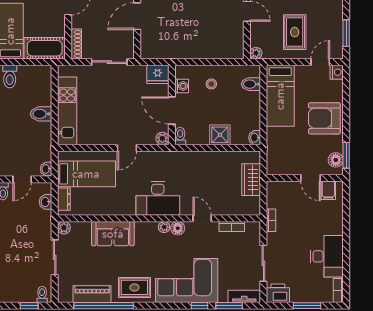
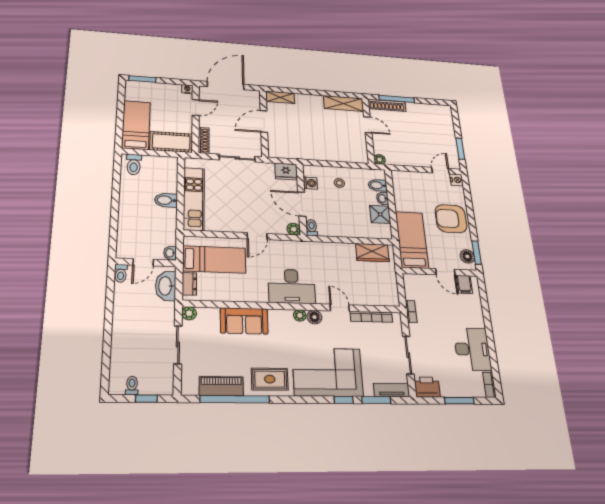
rug: (295, 32) -> (414, 145), removed
bed: (280, 96) -> (412, 240), moved, turned 180
shower: (220, 135) -> (380, 214), moved
washbasin: (255, 138) -> (383, 198), moved
wardrobe: (251, 180) -> (372, 253), moved, turned -90
washbasin: (45, 202) -> (166, 286), width x1.91, depth x1.45
bookcase: (232, 227) -> (371, 317), width x1.56
toilet: (42, 294) -> (132, 386), moved

